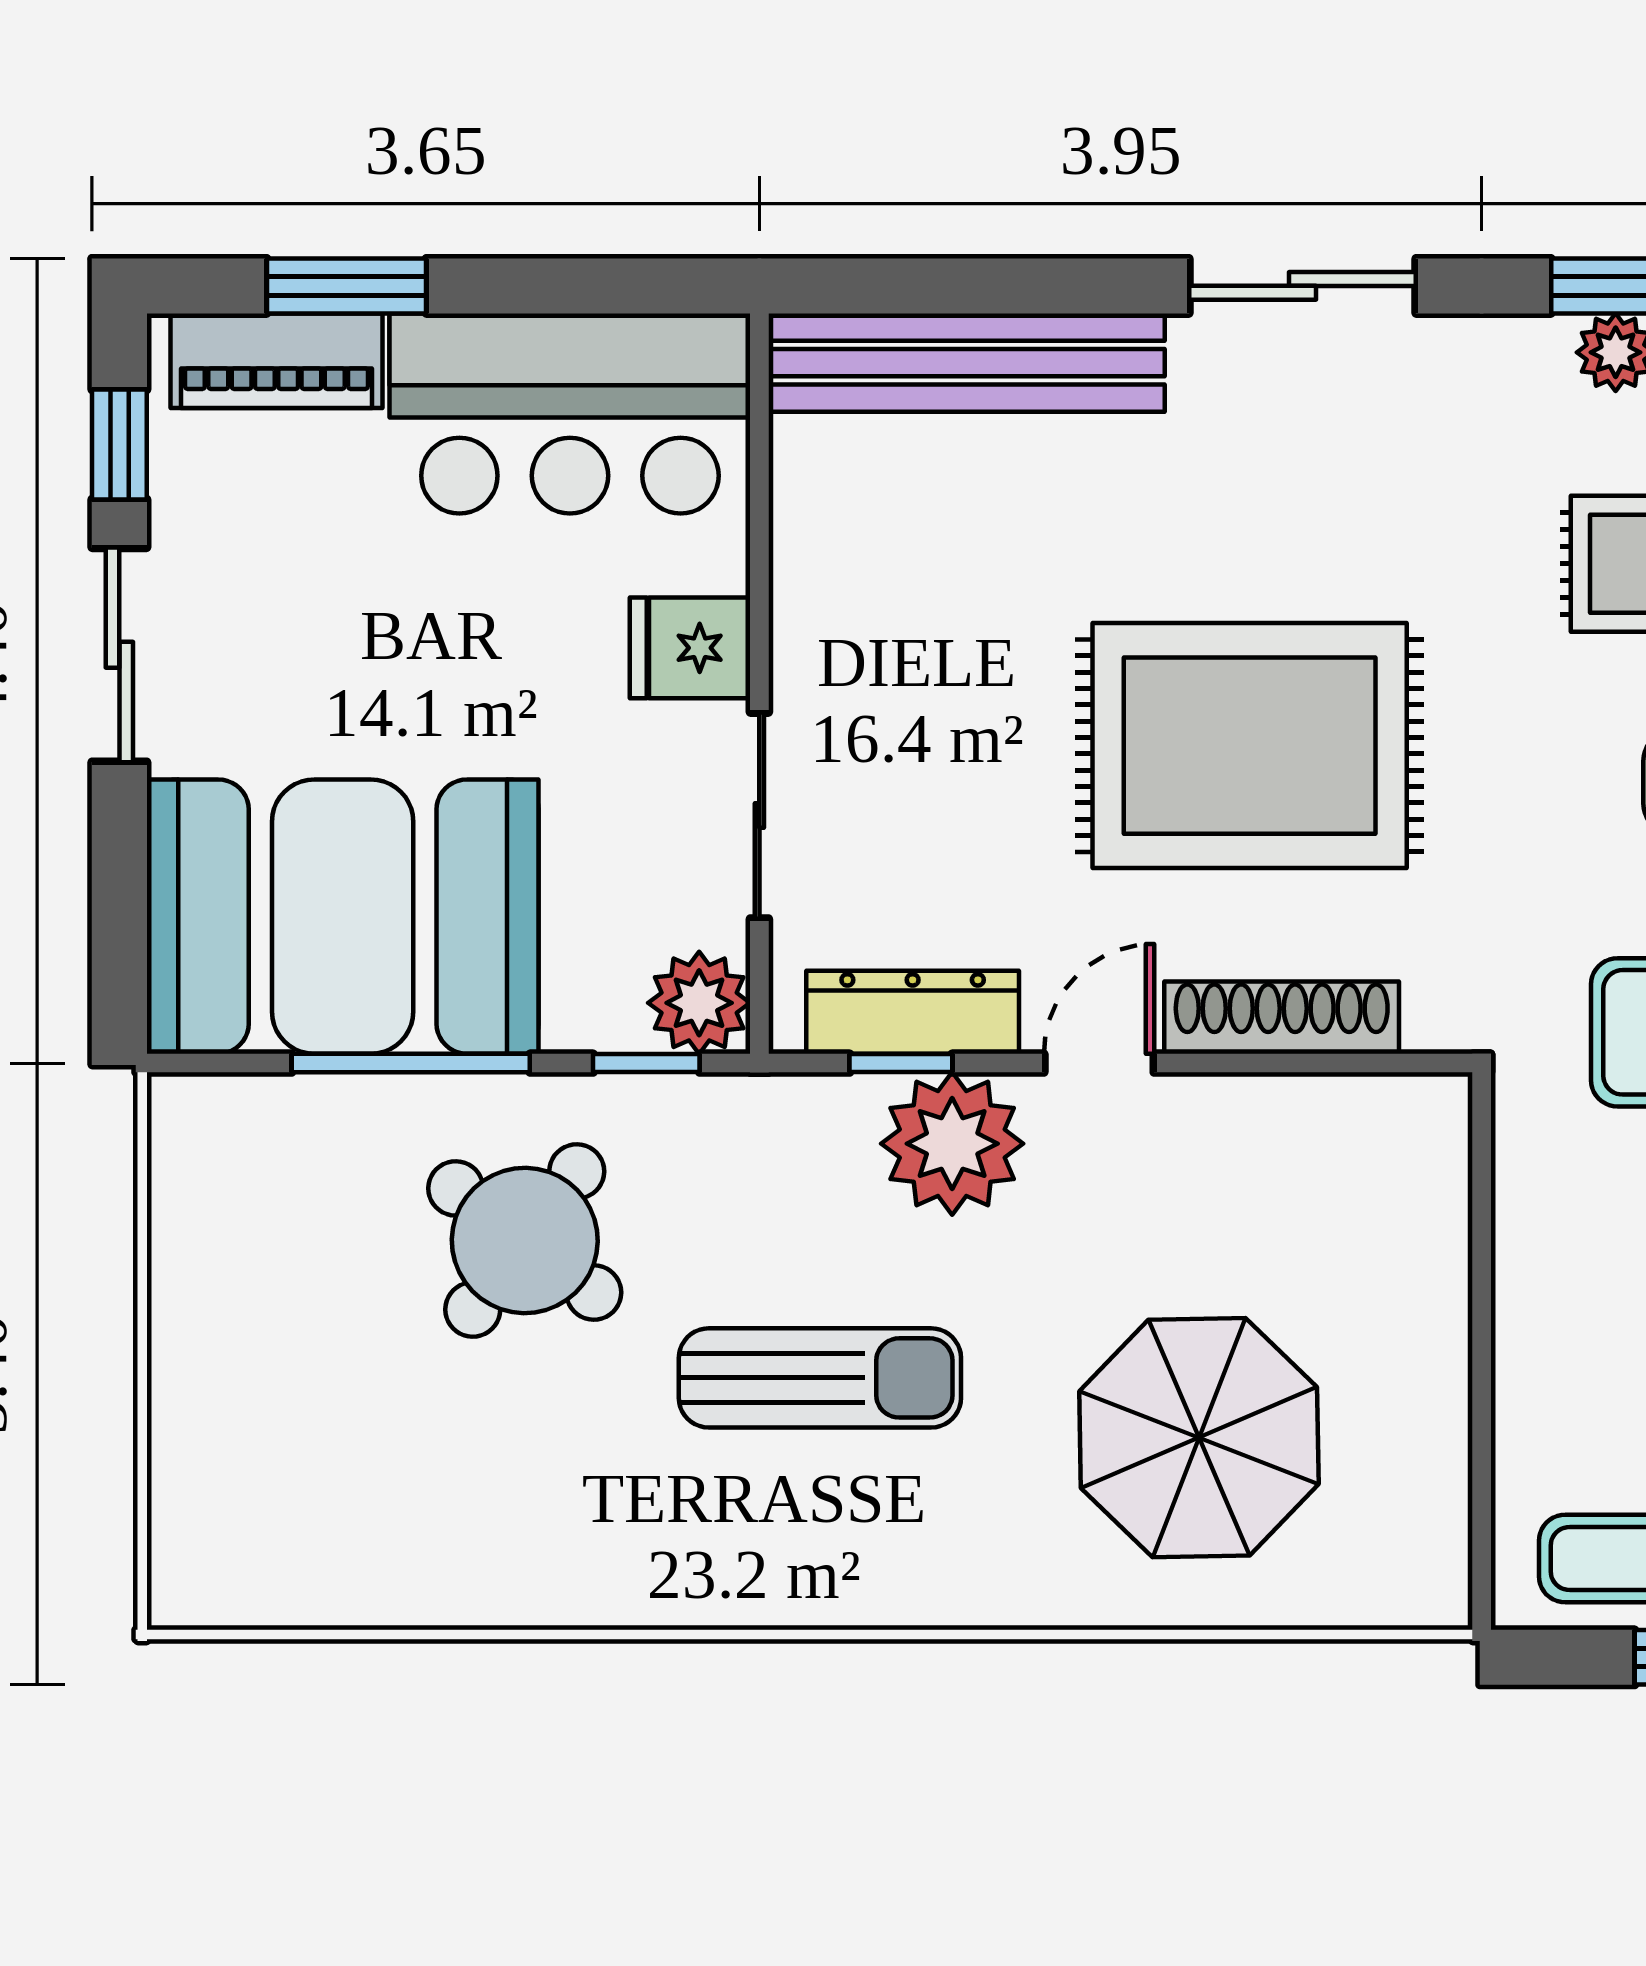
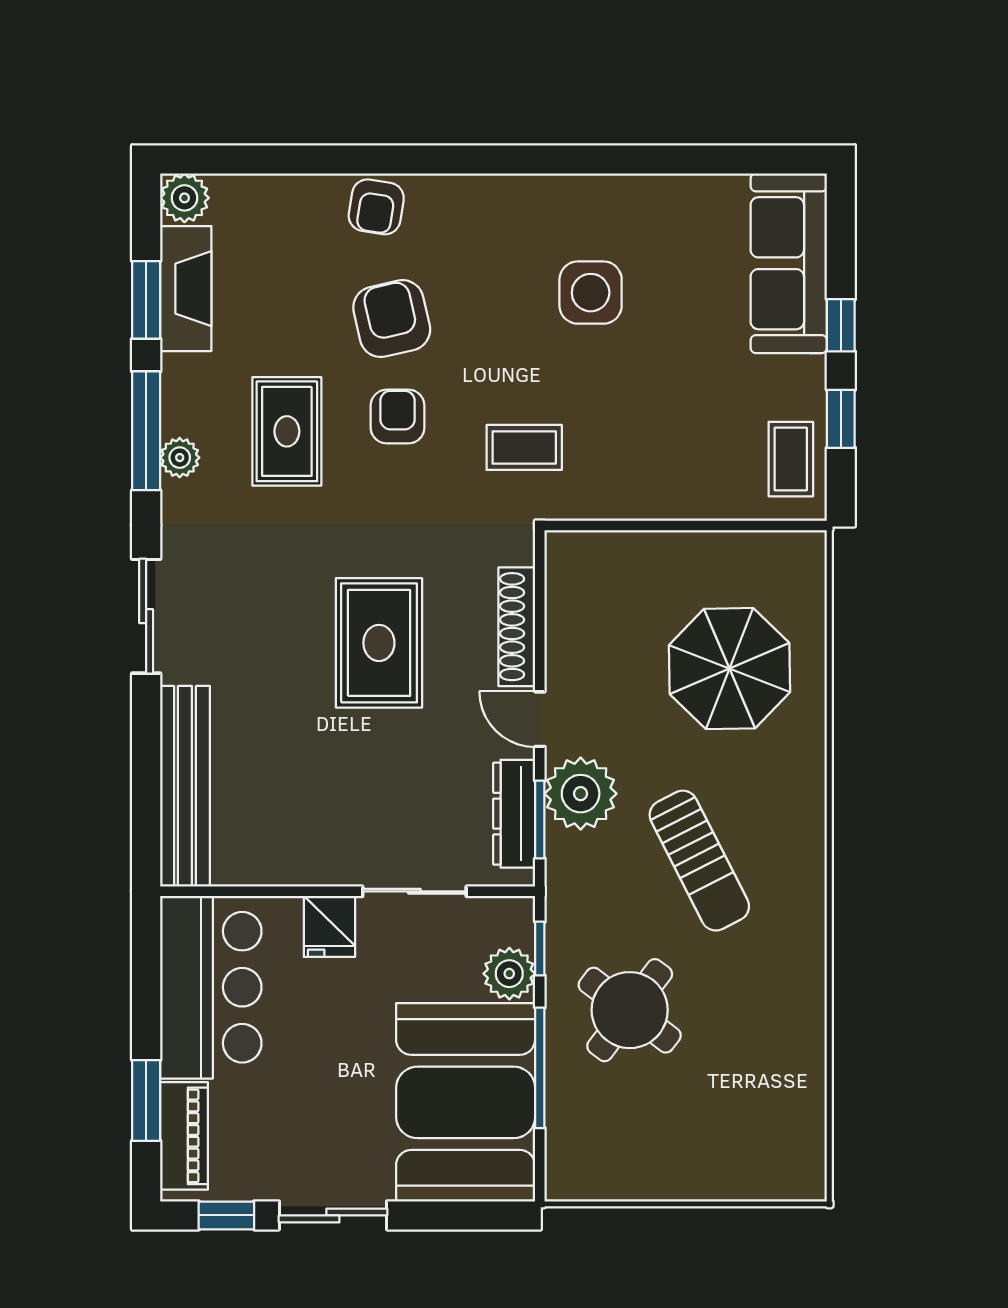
rug: (1250, 746) -> (379, 643), width x0.73, depth x0.69
plant: (699, 1003) -> (509, 974), moved
window: (901, 1063) -> (540, 820), width x1.50
sun lounger: (820, 1378) -> (699, 861), turned 153

